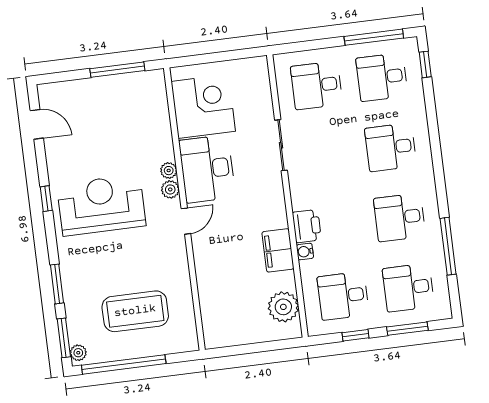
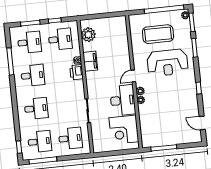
reception desk: (101, 205) -> (167, 63), moved

